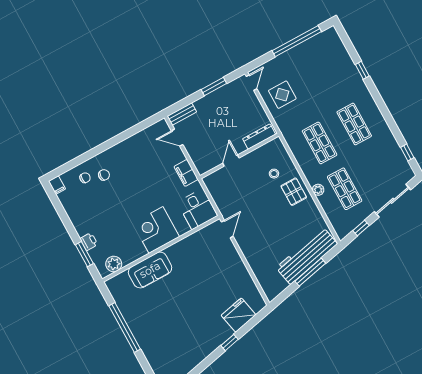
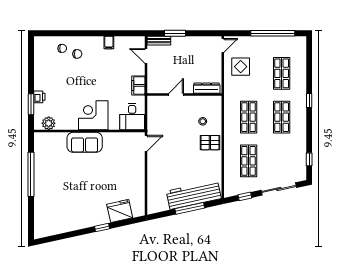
window: (362, 70) -> (309, 101), moved
shop shelf: (329, 78) -> (282, 73), added
window: (214, 87) -> (175, 33), moved
filing cabinet: (57, 185) -> (109, 42), moved
plant: (318, 190) -> (229, 151), removed
pallet: (294, 192) -> (210, 143), turned 90
sofa: (150, 270) -> (85, 142), moved

